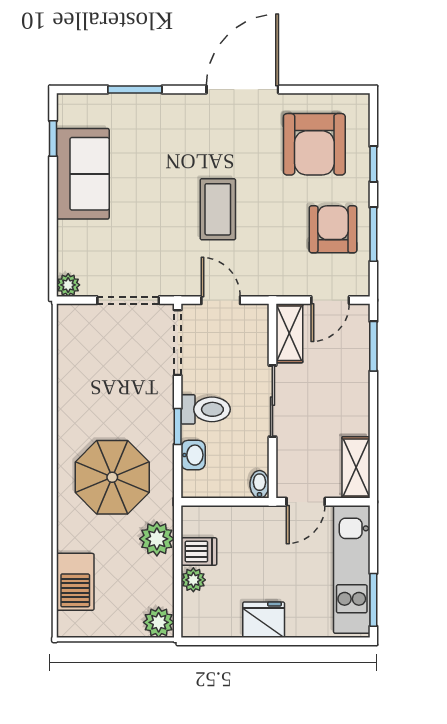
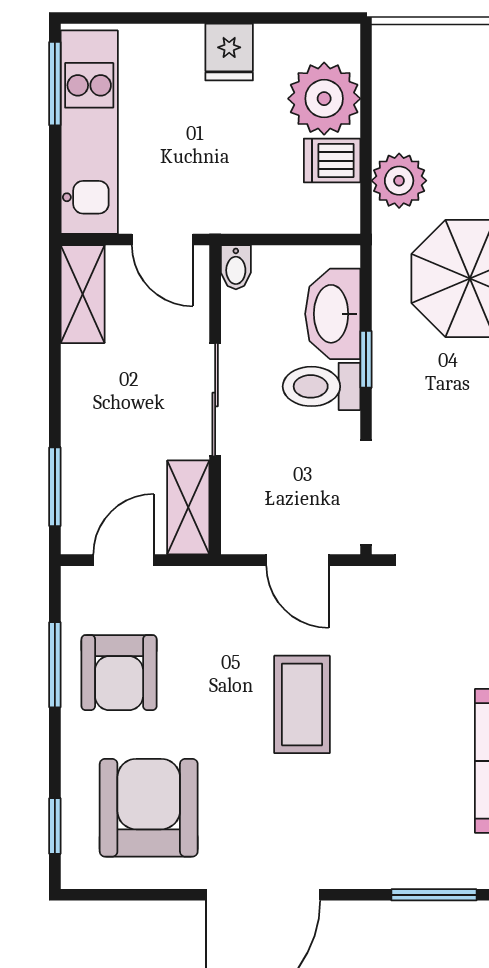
window: (373, 164) -> (55, 826), moved
washbasin: (193, 455) -> (333, 314), width x1.91, depth x1.45
door: (306, 502) -> (162, 240), swing flipped
plant: (193, 580) -> (324, 99), width x1.88, depth x1.88
fridge: (264, 620) -> (229, 52), width x0.72
plant: (159, 622) -> (396, 48), removed

